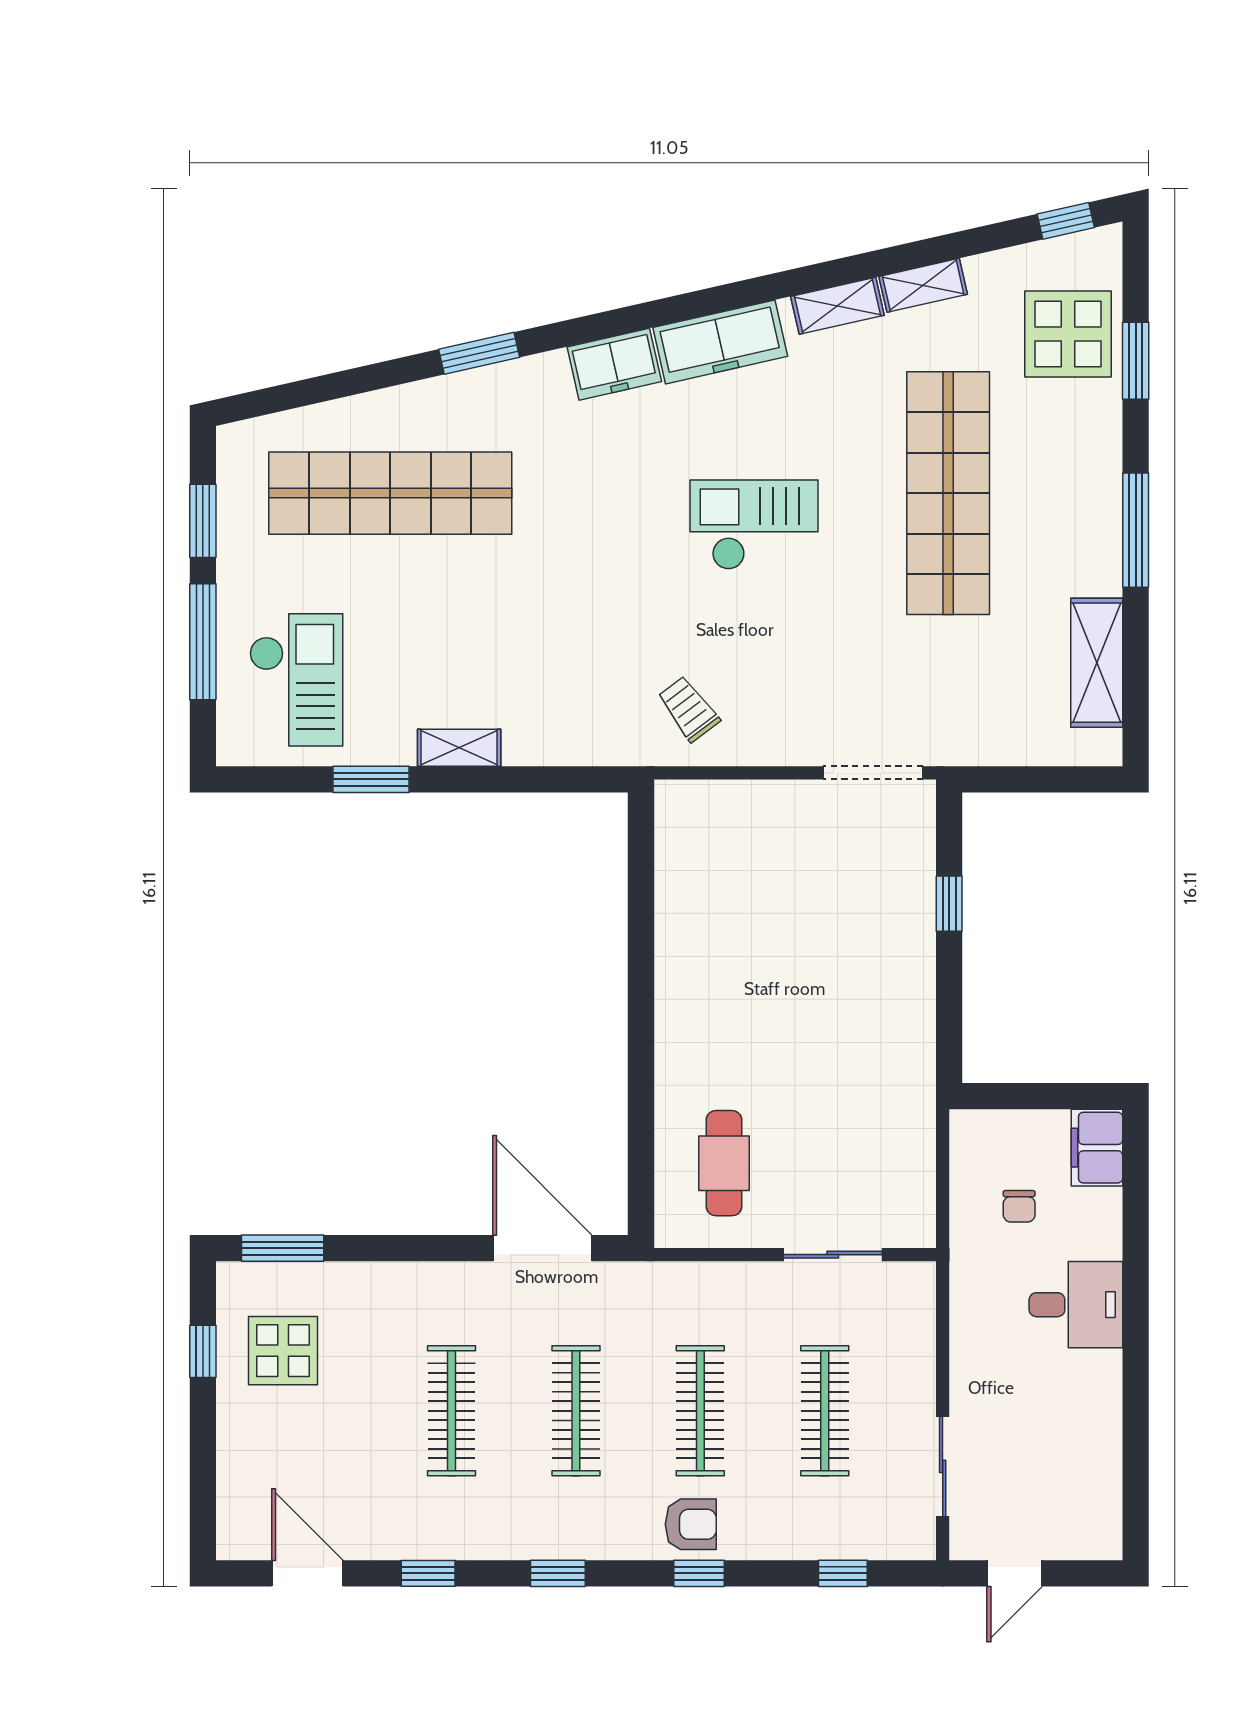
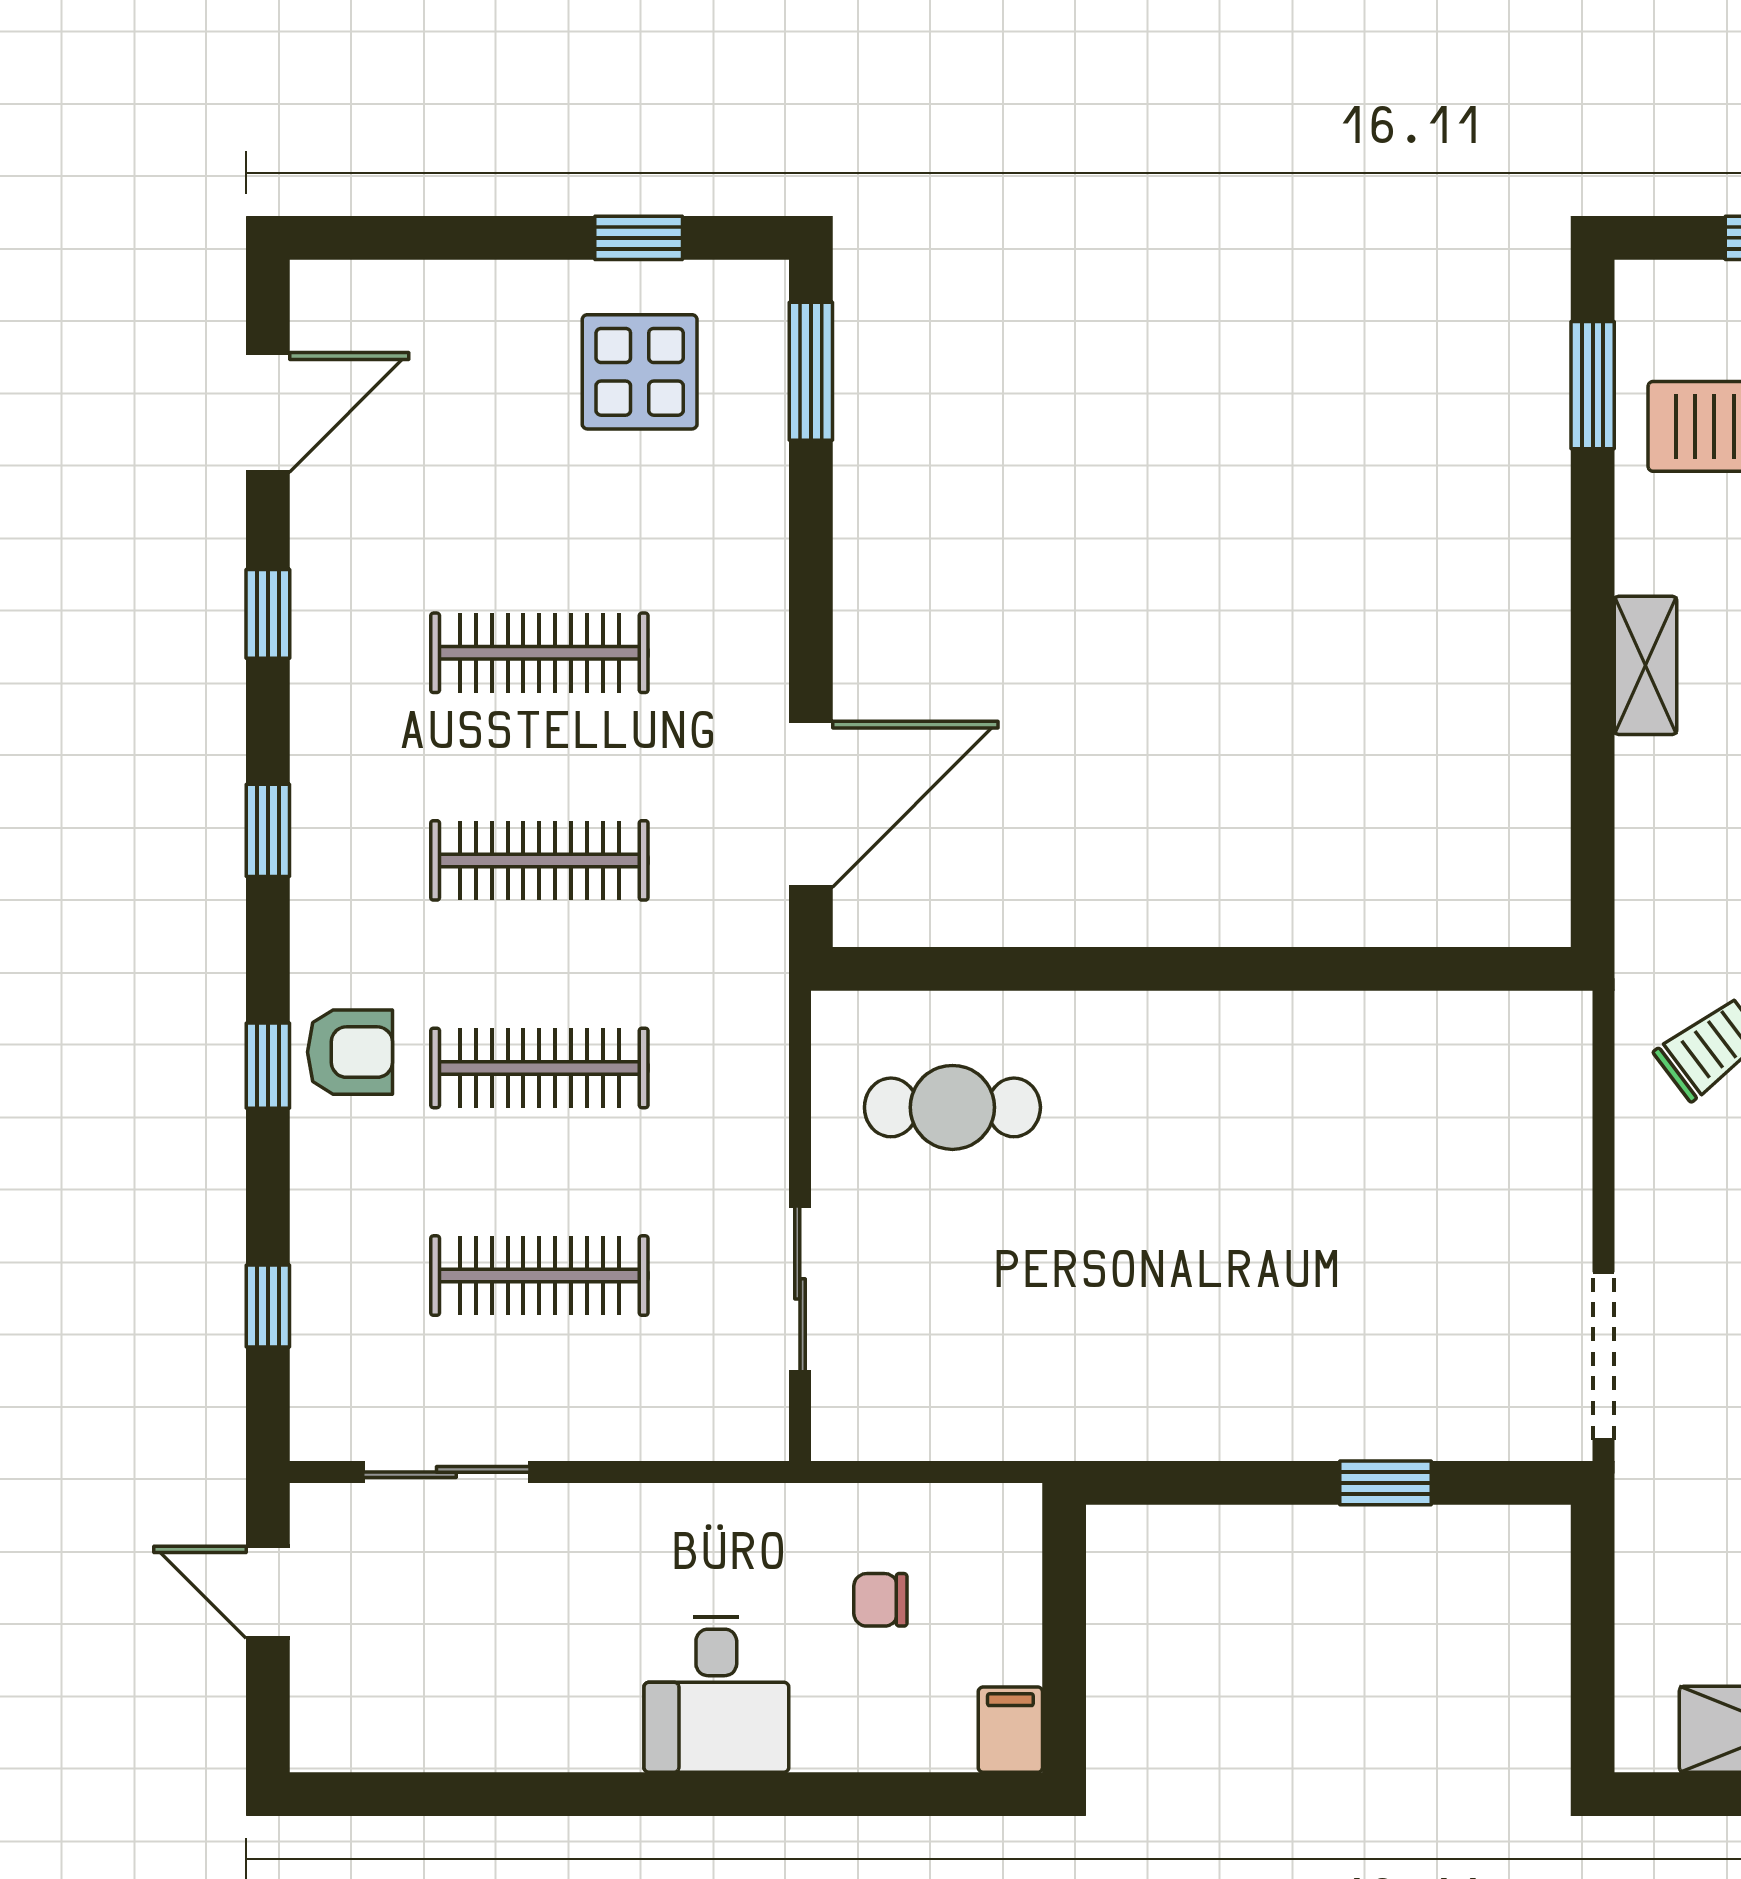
window: (371, 779) -> (1593, 385), moved
filing cabinet: (1097, 1148) -> (1010, 1730), width x0.50
armchair: (691, 1524) -> (350, 1052), turned -90

